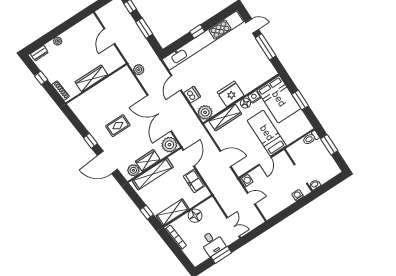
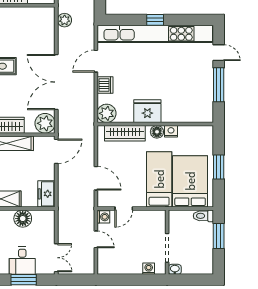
bed: (279, 99) -> (190, 181), moved, turned 180
door: (265, 161) -> (124, 208), moved
freezer: (194, 181) -> (46, 194), moved

